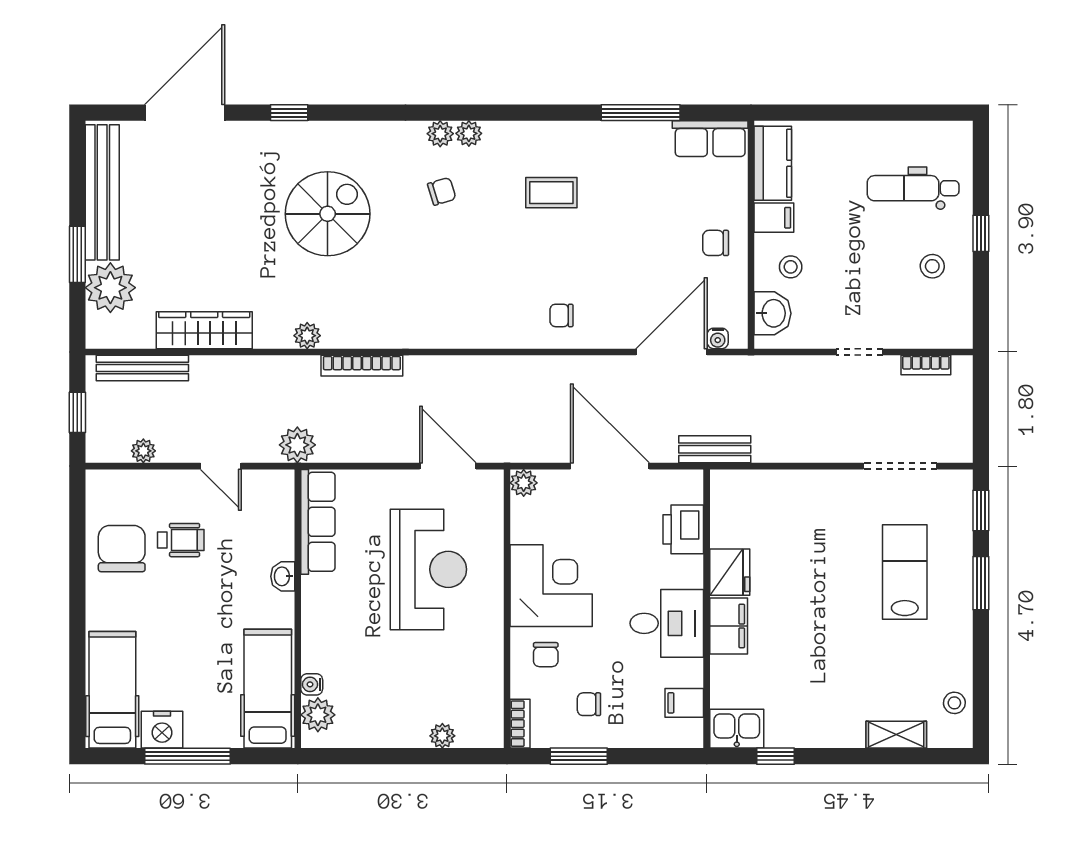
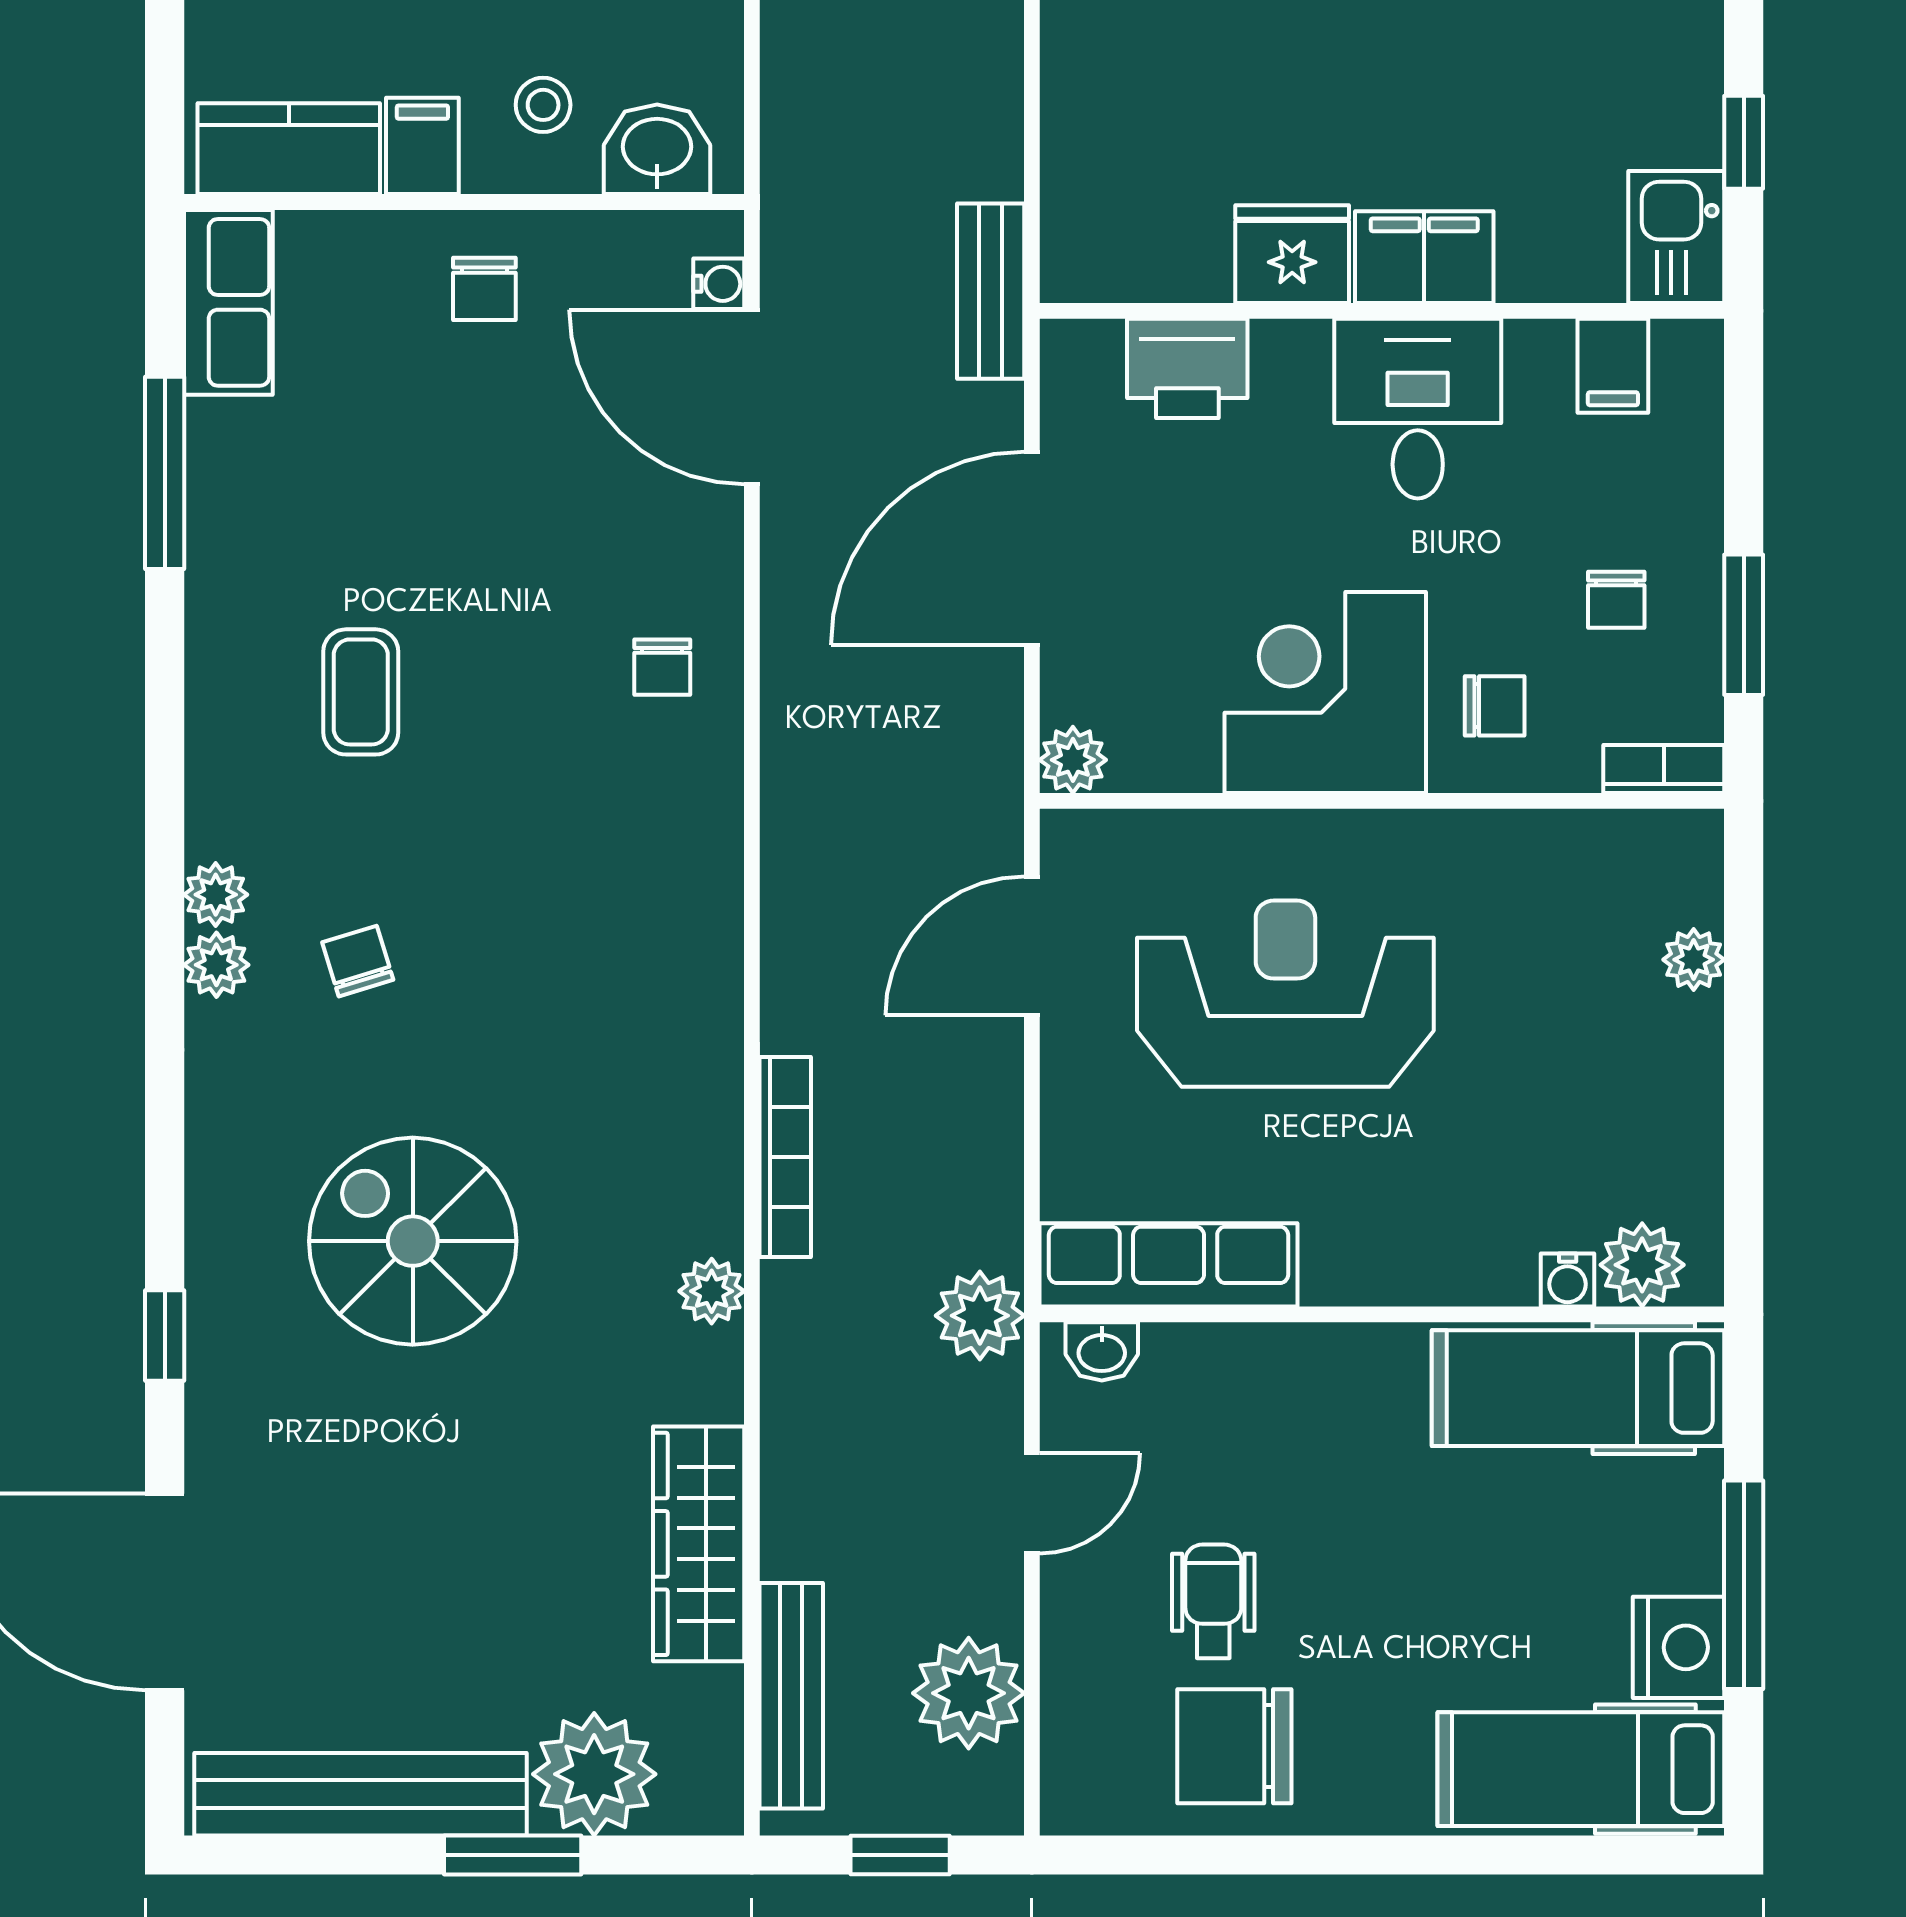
plant: (143, 451) -> (969, 1693), width x1.88, depth x1.88
washbasin: (283, 576) -> (1102, 1351), moved

